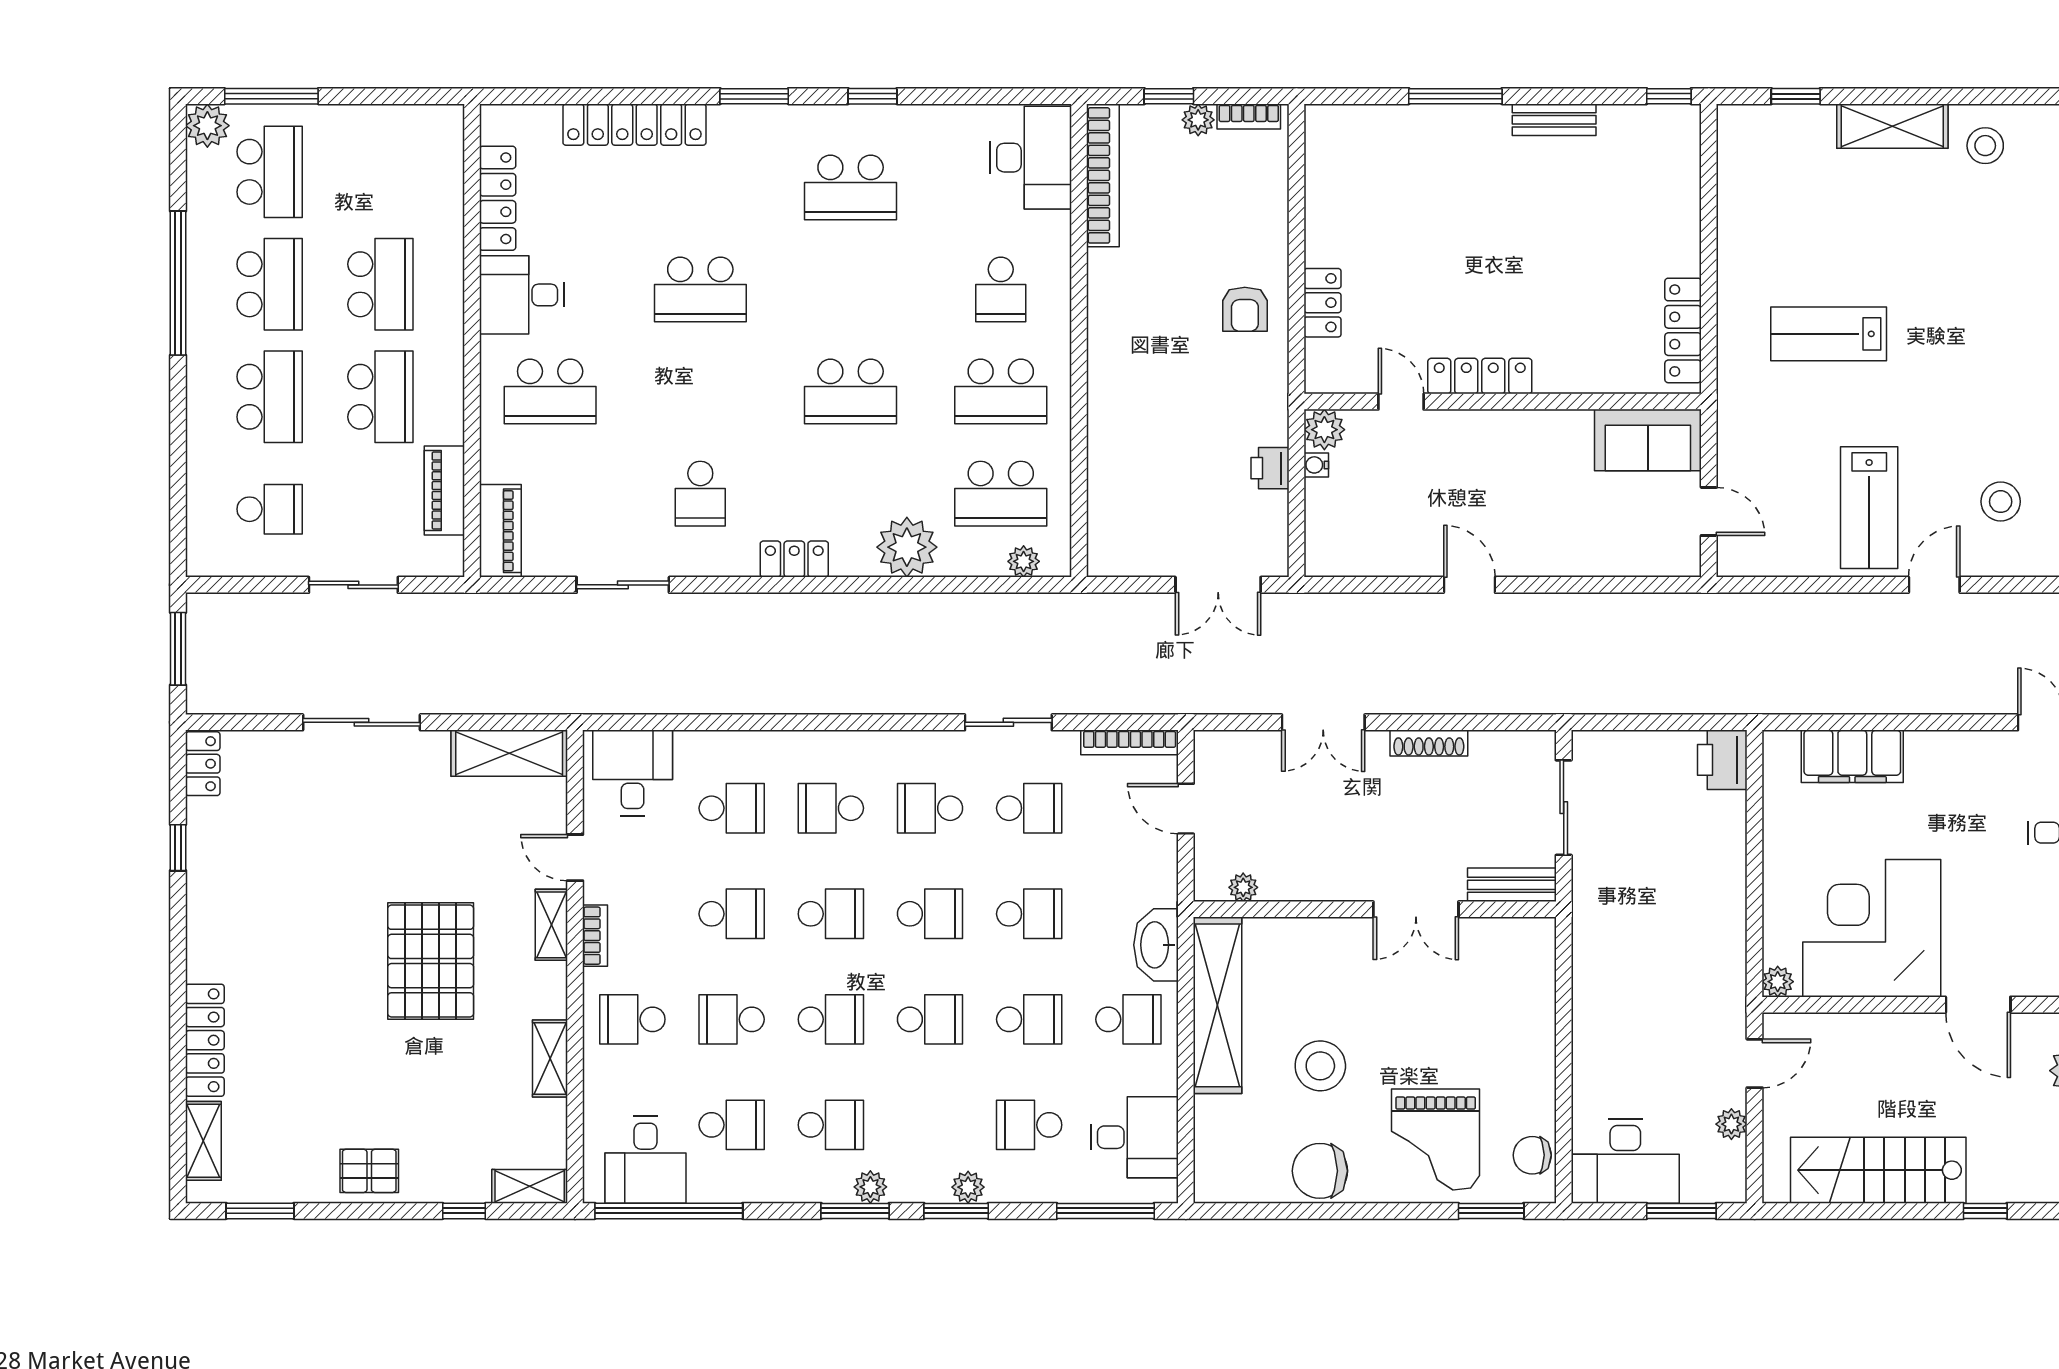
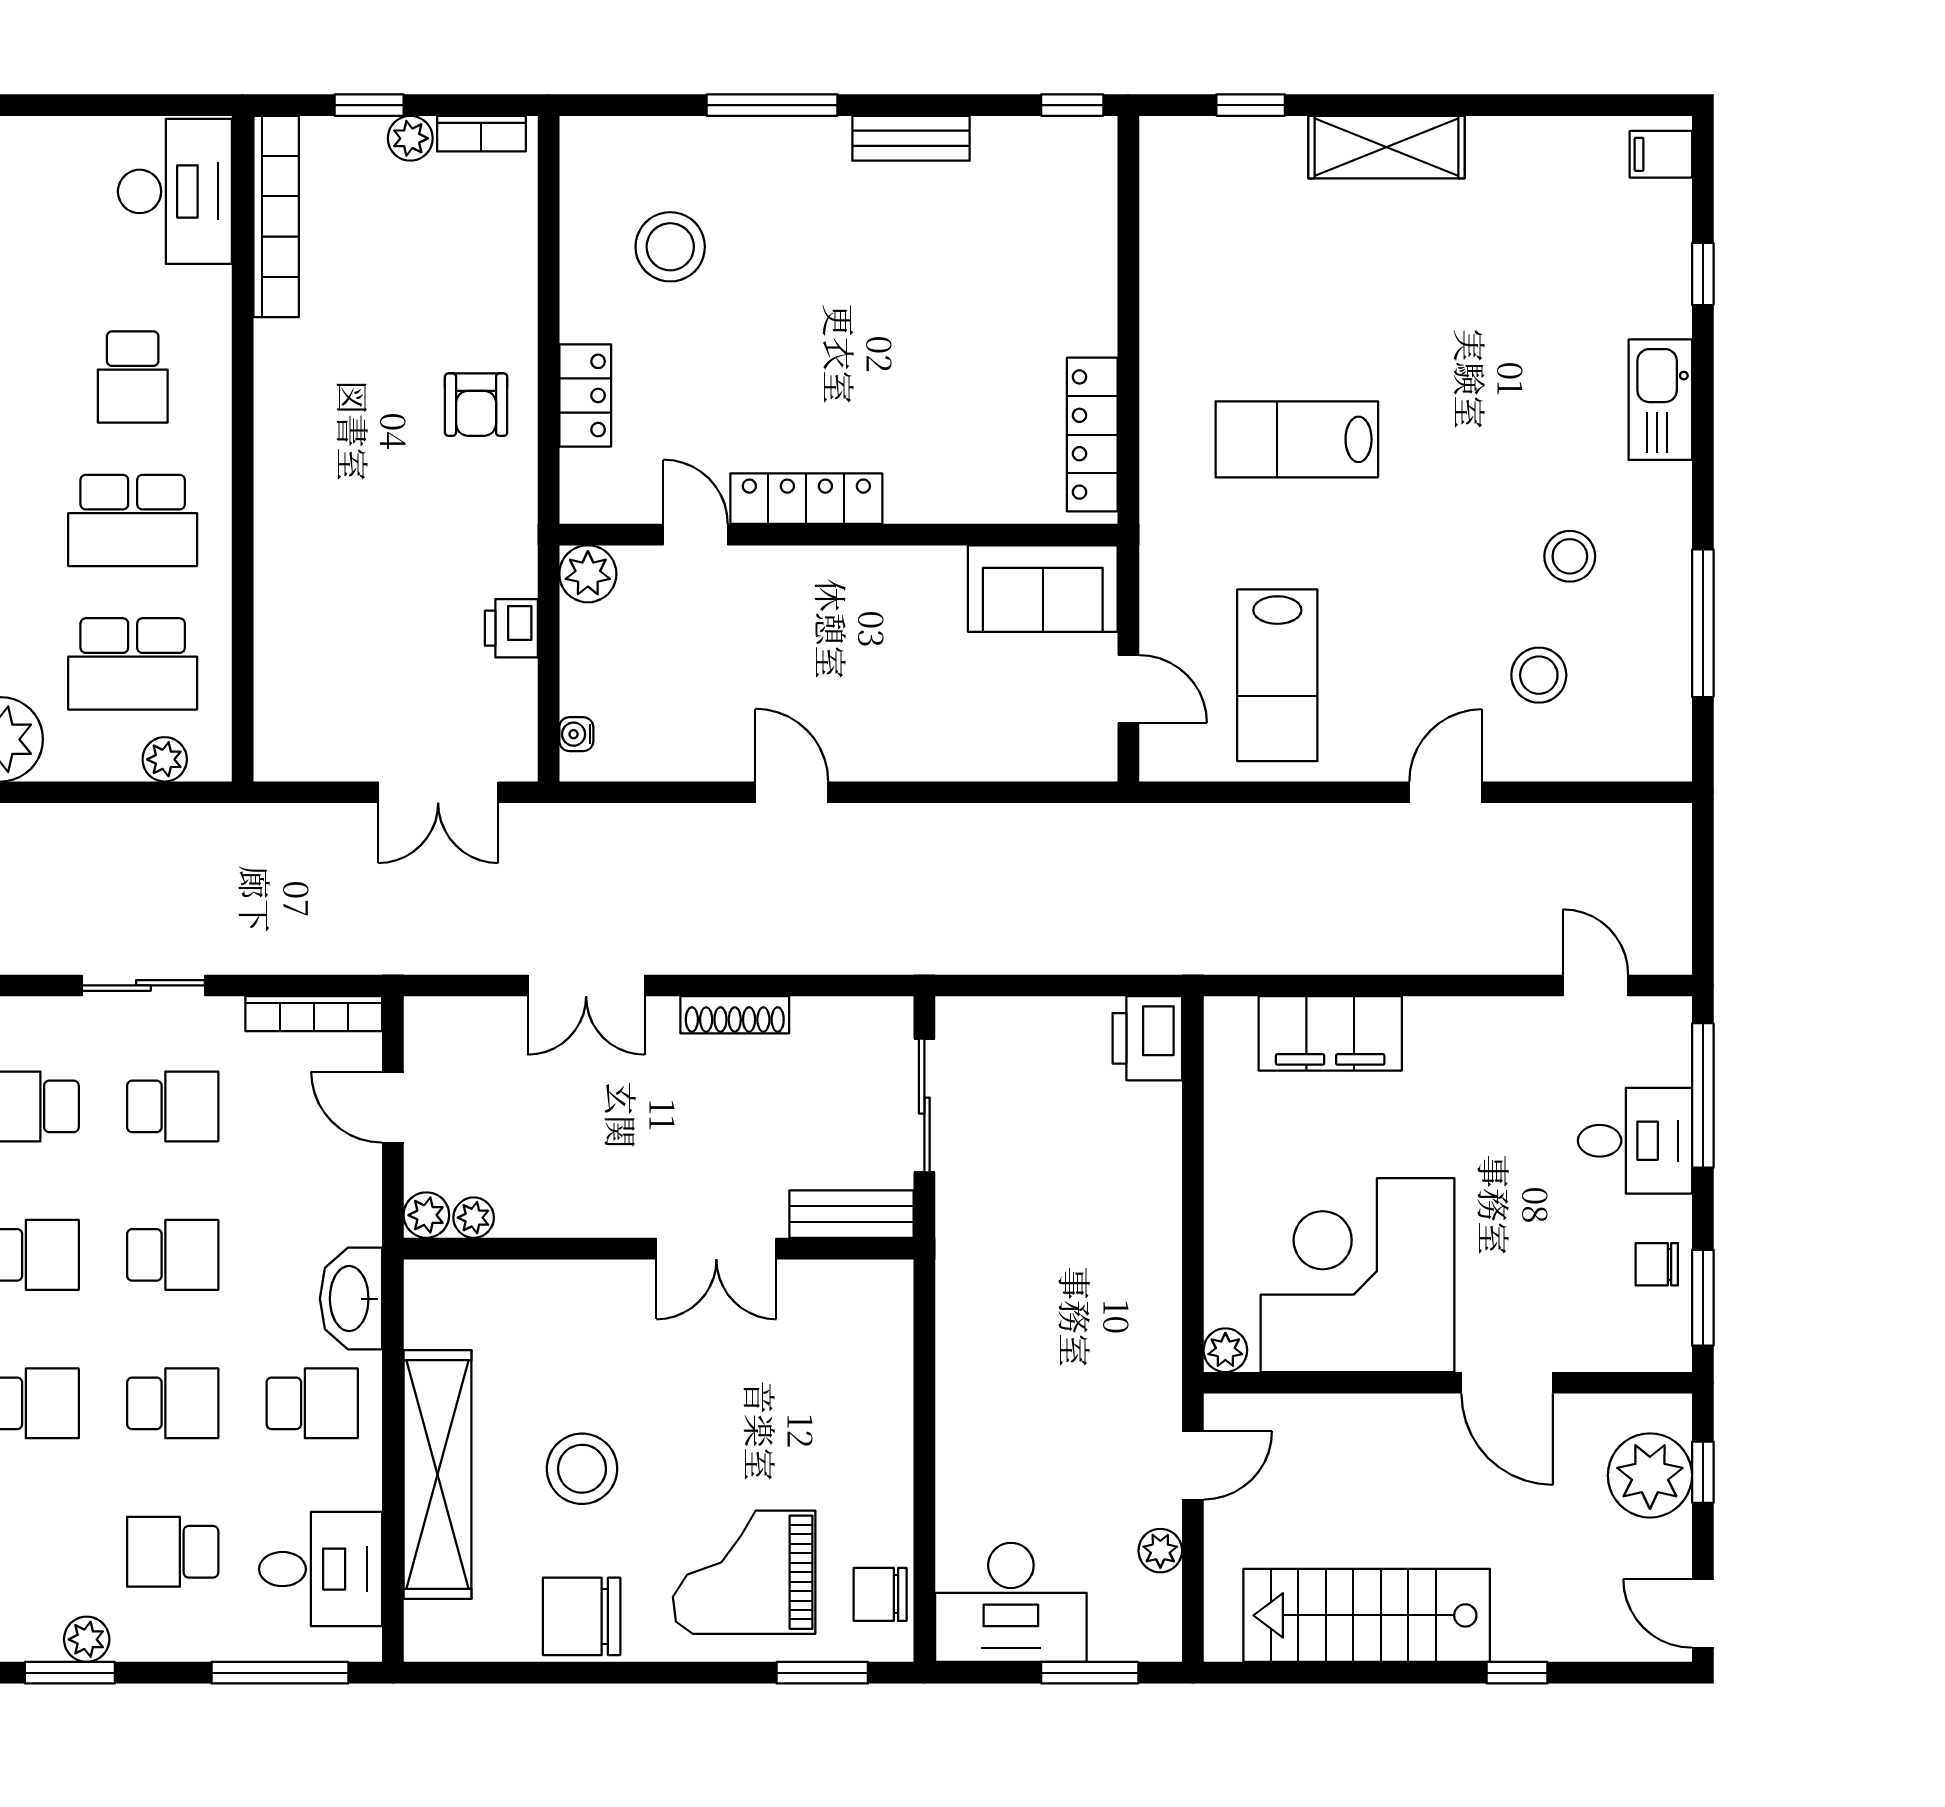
stool: (1985, 146) -> (1570, 556), moved
stool: (1383, 197) -> (670, 247), added
water cooler: (1316, 465) -> (576, 734), moved
lab bench: (1869, 508) -> (1277, 675), moved
plant: (1210, 885) -> (426, 1215), added
shelving: (1218, 1005) -> (438, 1474), moved
grand piano: (1436, 1139) -> (744, 1572), turned 90

